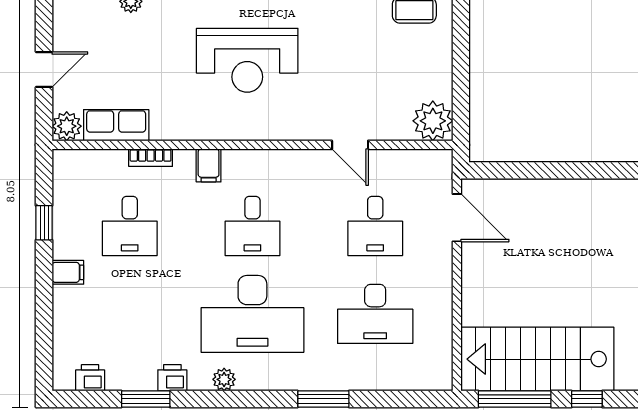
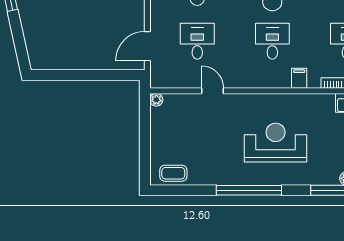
plant: (433, 121) -> (156, 100), width x0.53, depth x0.53
door: (457, 218) -> (147, 46), hinge flipped

